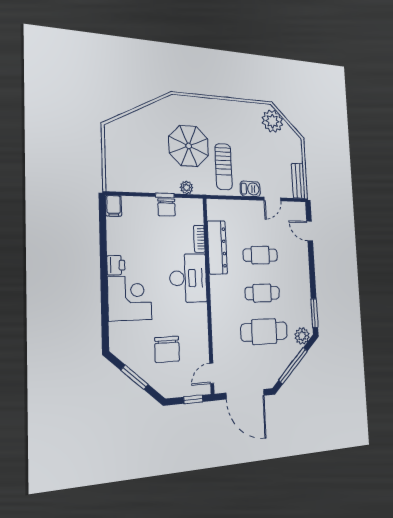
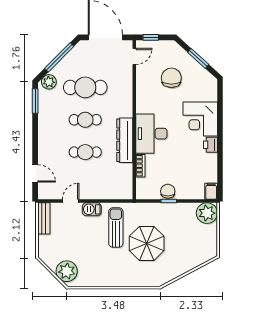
plant: (187, 188) -> (207, 213), moved, width x1.87, depth x1.87
dresser: (217, 247) -> (125, 140), moved

